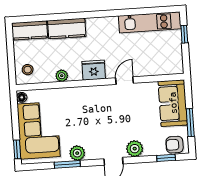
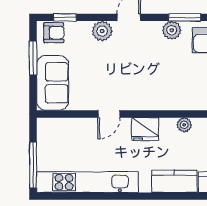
kitchen unit: (150, 22) -> (87, 182), width x1.36
window: (184, 34) -> (33, 165), width x2.17

